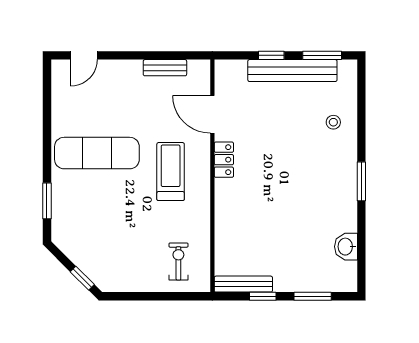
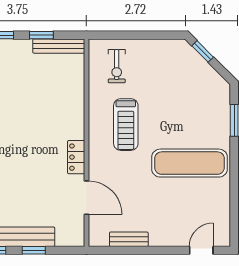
treadmill: (171, 172) -> (126, 125), moved

